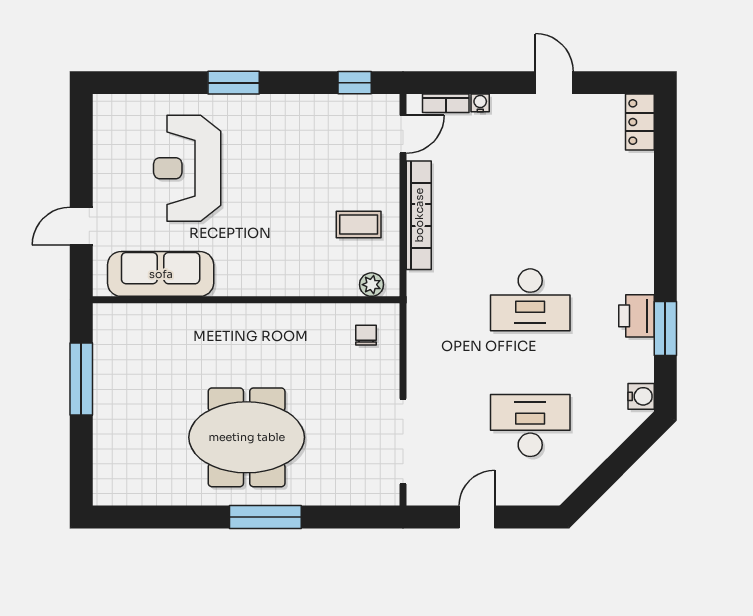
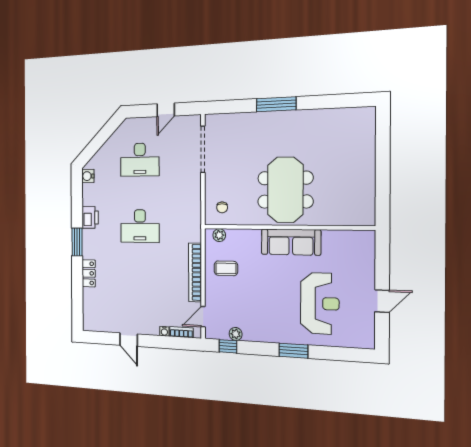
plant: (340, 106) -> (236, 334), added
locker: (640, 122) -> (89, 273), moved
door: (81, 226) -> (382, 301), moved
sofa: (161, 274) -> (291, 242), moved
desk: (530, 300) -> (140, 226), turned 180
window: (665, 329) -> (77, 242), moved
window: (81, 379) -> (383, 181), removed
meeting table: (247, 437) -> (285, 190), moved, turned 90

